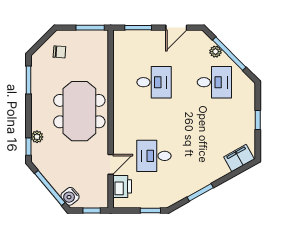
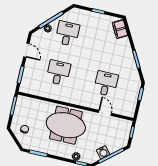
desk: (154, 156) -> (106, 84), turned 180
printer: (122, 186) -> (121, 109), removed
water cooler: (70, 196) -> (103, 152), moved

